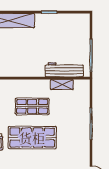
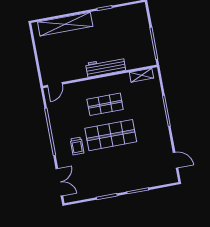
workbench: (64, 70) -> (106, 67), moved
shelving: (62, 84) -> (141, 75), moved

